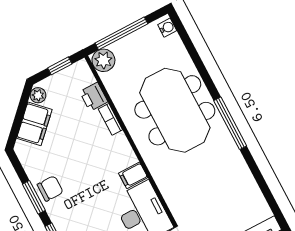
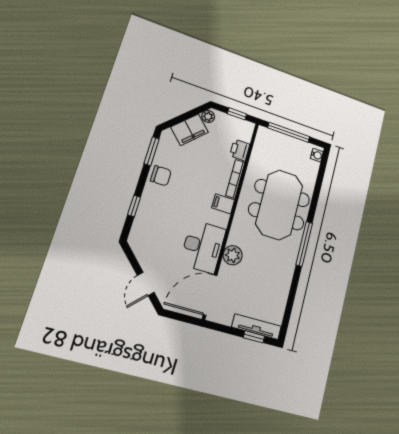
plant: (103, 60) -> (233, 255), moved
bookcase: (110, 119) -> (235, 179), width x1.56
filing cabinet: (133, 175) -> (223, 204), moved
window: (34, 197) -> (152, 151), moved

